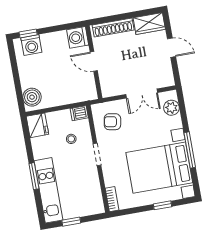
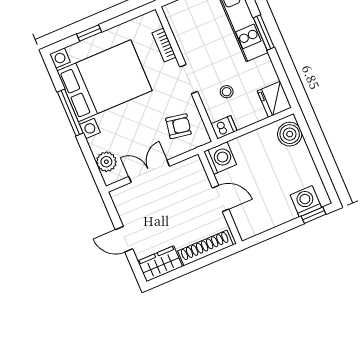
washing machine: (78, 37) -> (220, 158), moved
bookcase: (112, 199) -> (164, 45), moved

